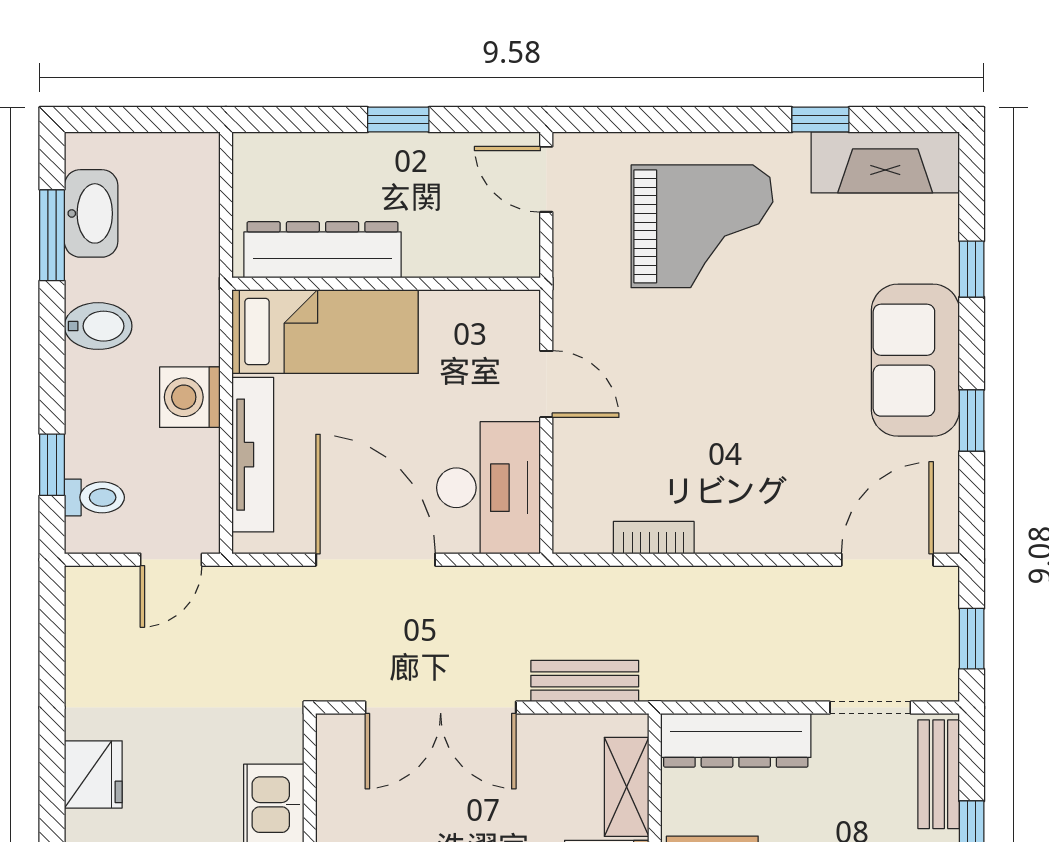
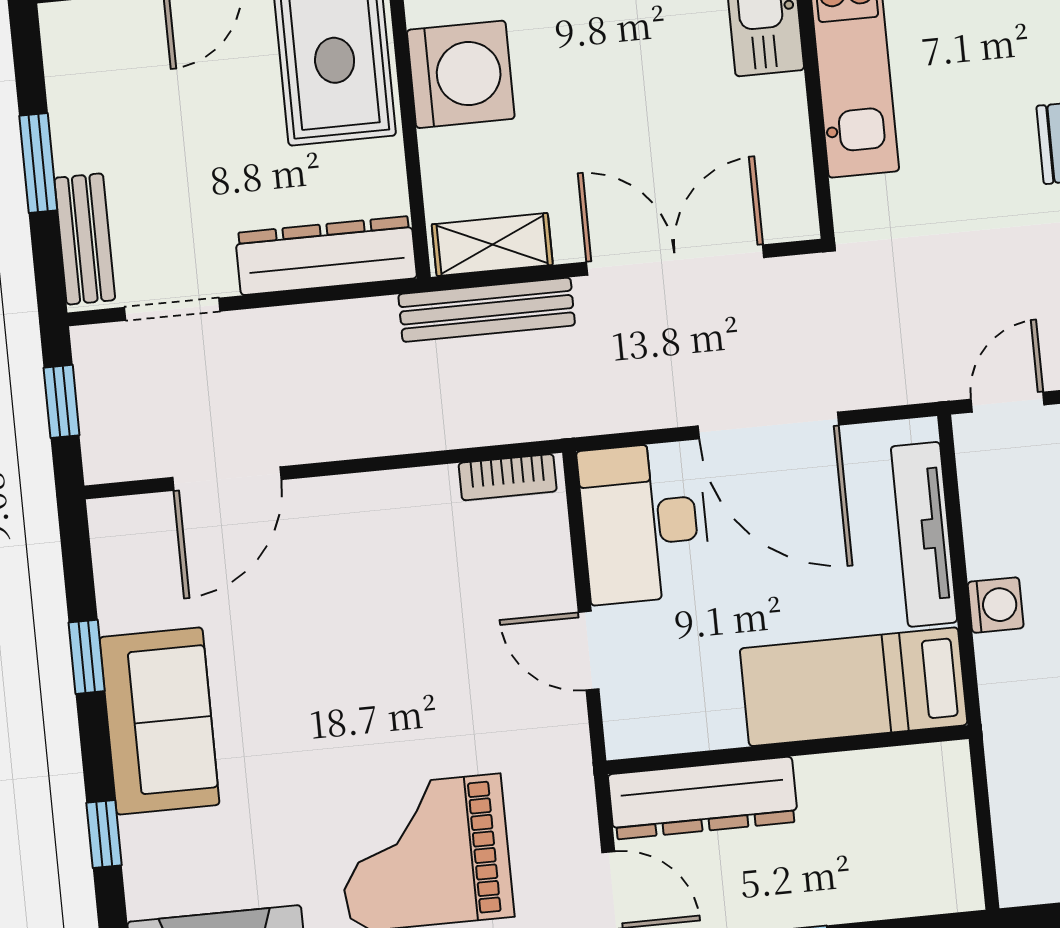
dresser: (322, 250) -> (703, 798), moved
washing machine: (190, 397) -> (996, 605), width x0.73, depth x0.73
bookcase: (654, 538) -> (508, 477), moved
door: (887, 560) -> (227, 479), moved
bench: (585, 681) -> (487, 310), width x1.36
shelving: (627, 787) -> (492, 245), moved, turned 90

